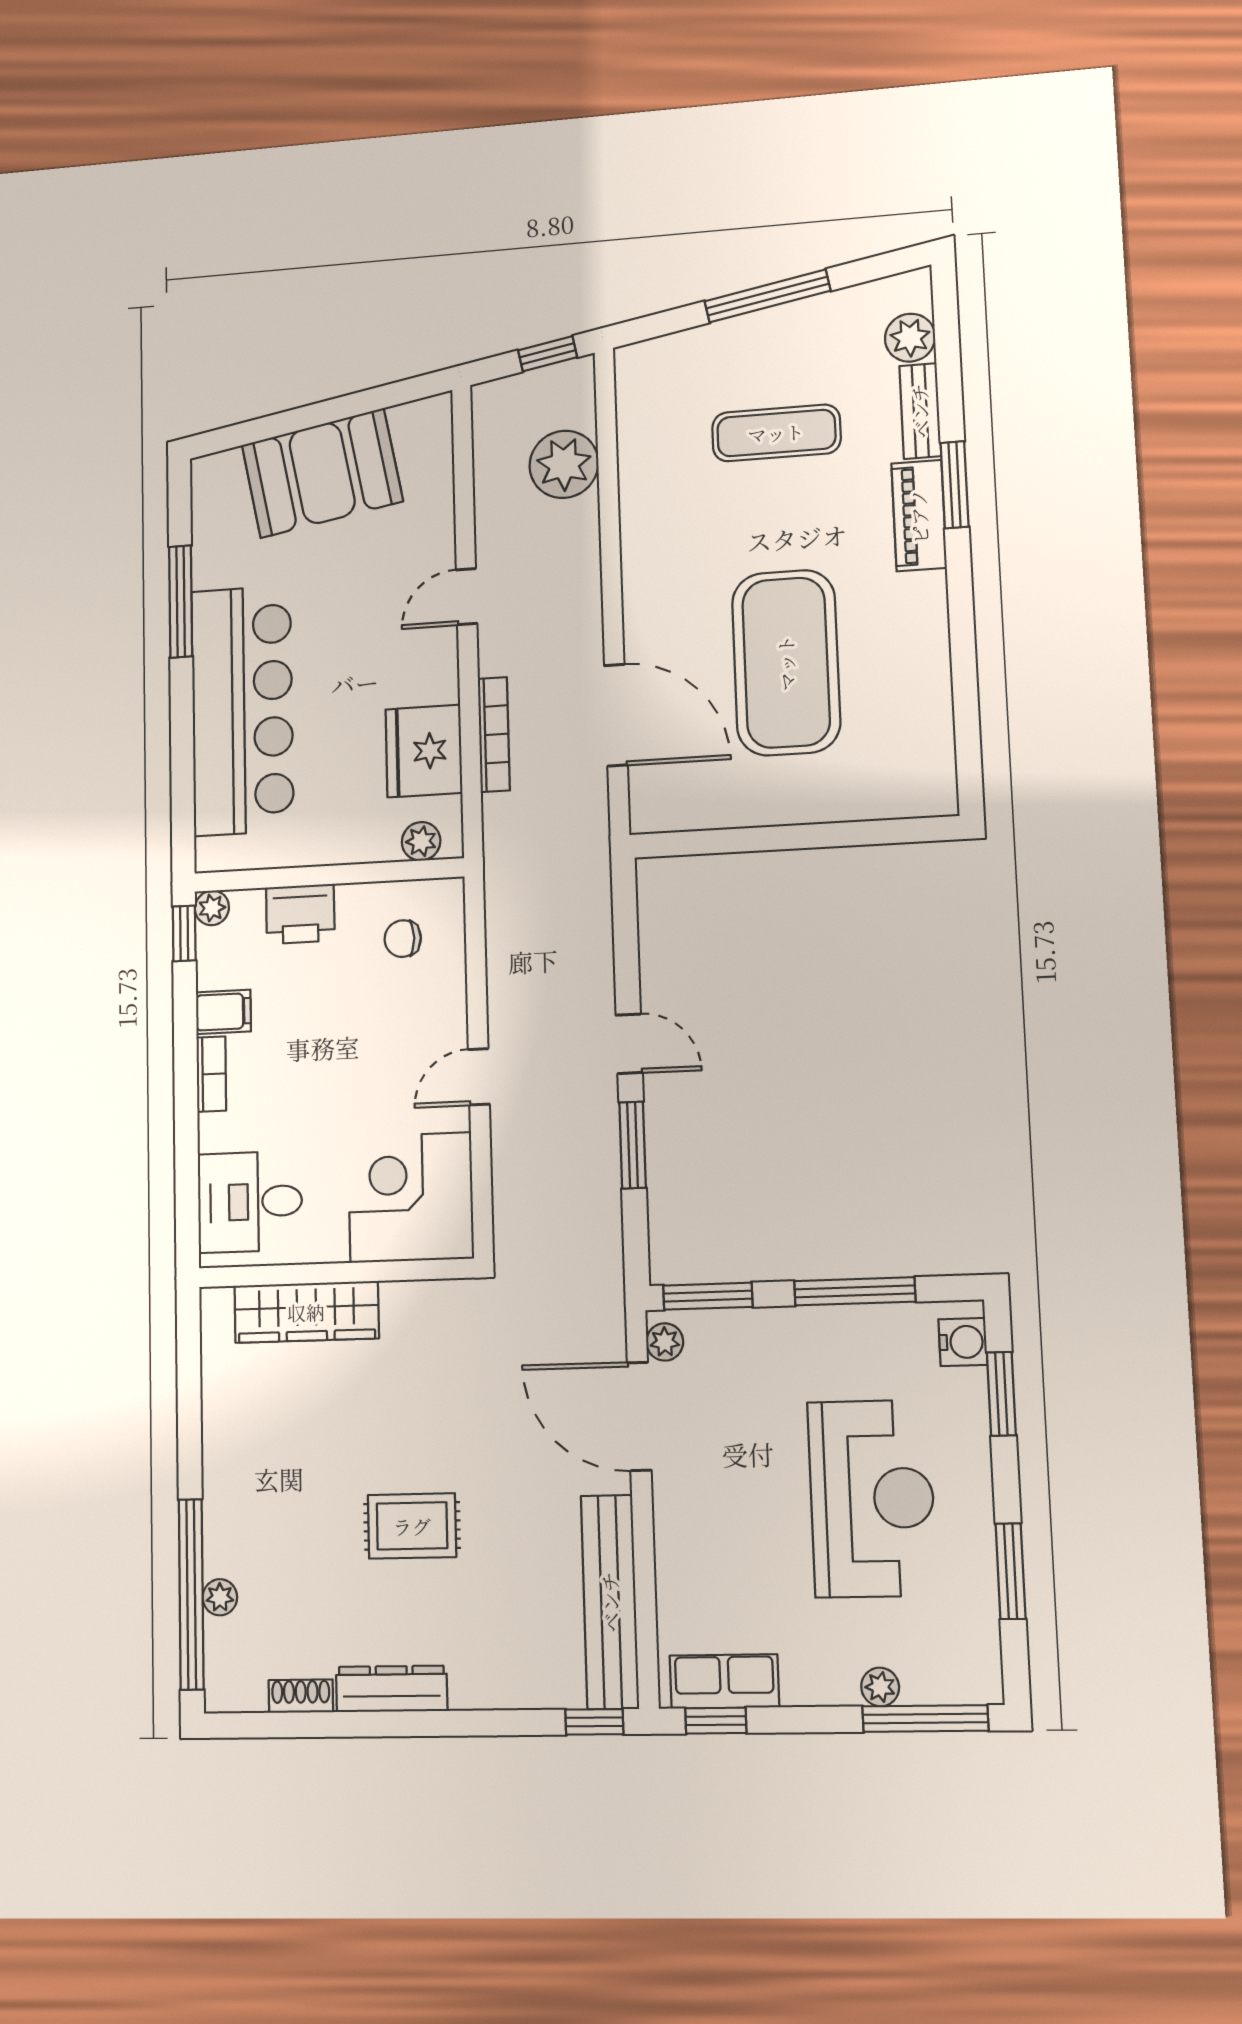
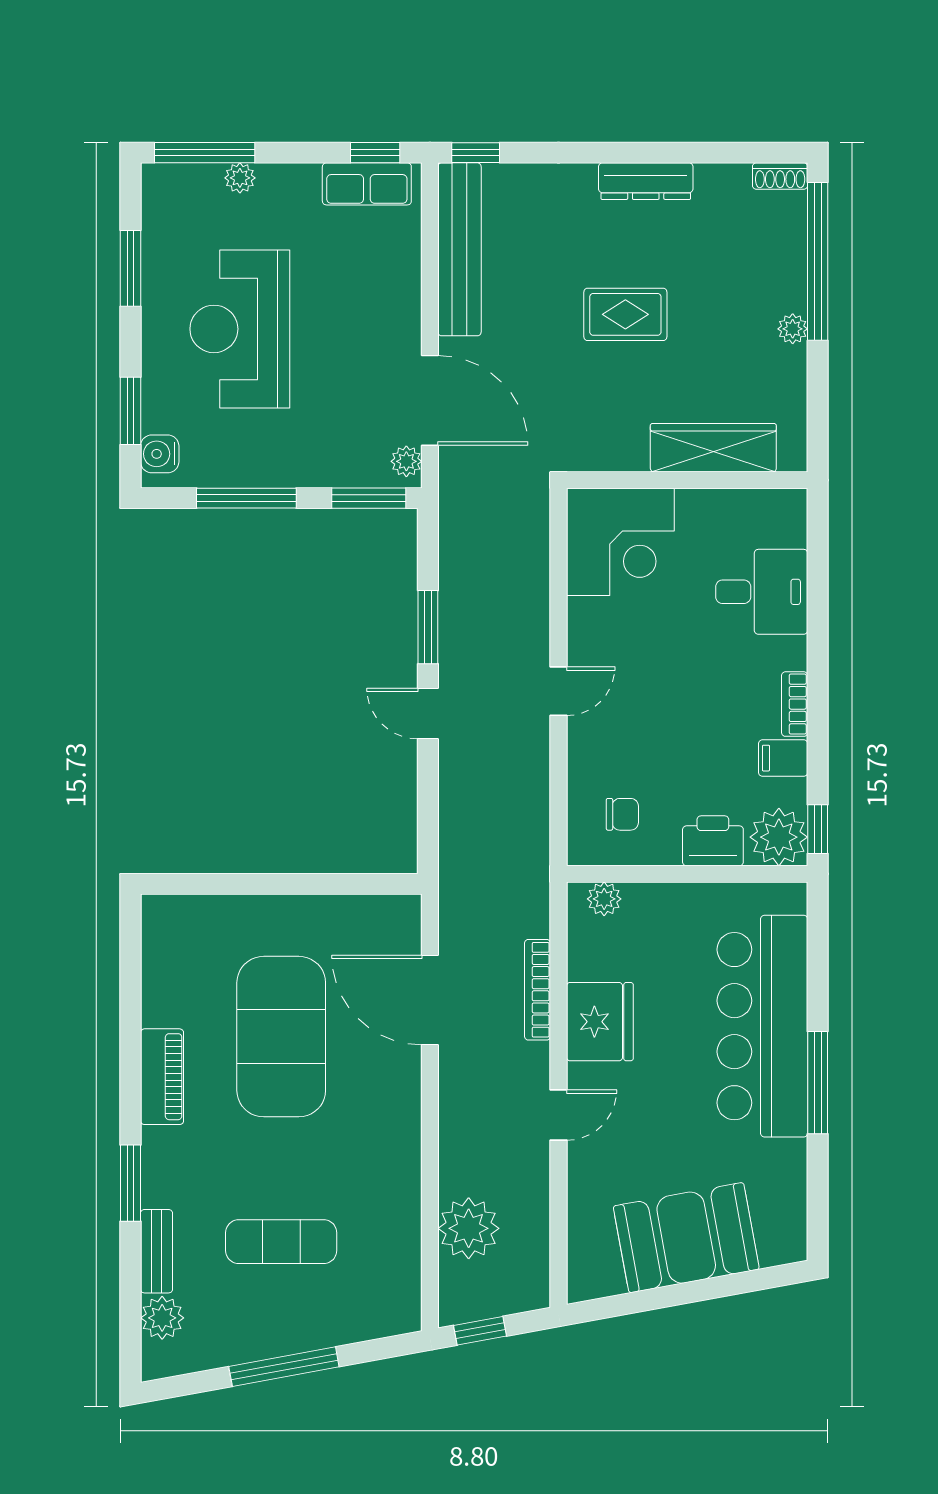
piano: (919, 516) -> (162, 1077), moved
window: (181, 601) -> (818, 1083), moved
fridge: (424, 751) -> (600, 1022), moved
plant: (212, 908) -> (779, 837), width x1.87, depth x1.87
corner desk: (411, 1197) -> (620, 542), moved
wall: (336, 1273) -> (687, 480), moved
wardrobe: (306, 1312) -> (713, 448), moved
plant: (220, 1597) -> (793, 329), moved
shoe rack: (301, 1696) -> (780, 176), moved

